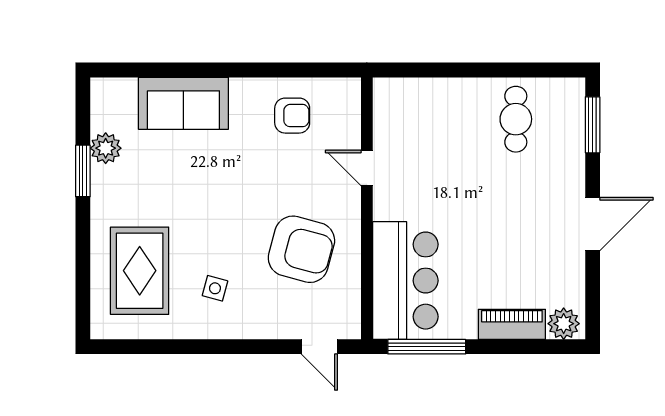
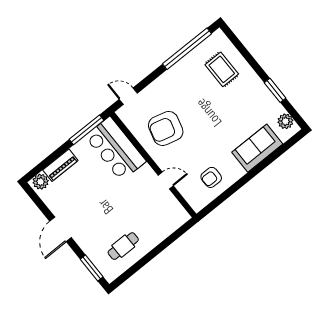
cafe table: (516, 119) -> (123, 246), turned 90
plant: (106, 148) -> (285, 121), moved
rug: (140, 271) -> (222, 69), width x0.73, depth x0.70
side table: (215, 288) -> (187, 86), removed
window: (168, 347) -> (187, 49), added

